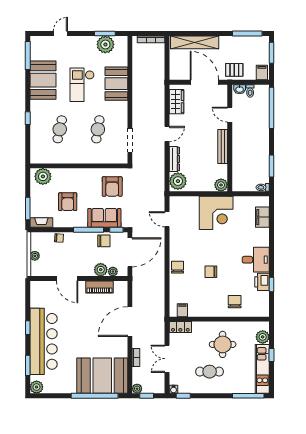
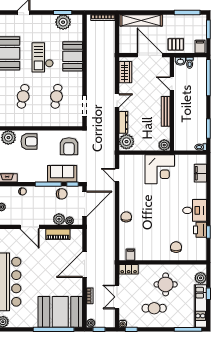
armchair: (68, 202) -> (29, 141), moved, turned -90
chair: (211, 272) -> (155, 221), removed

